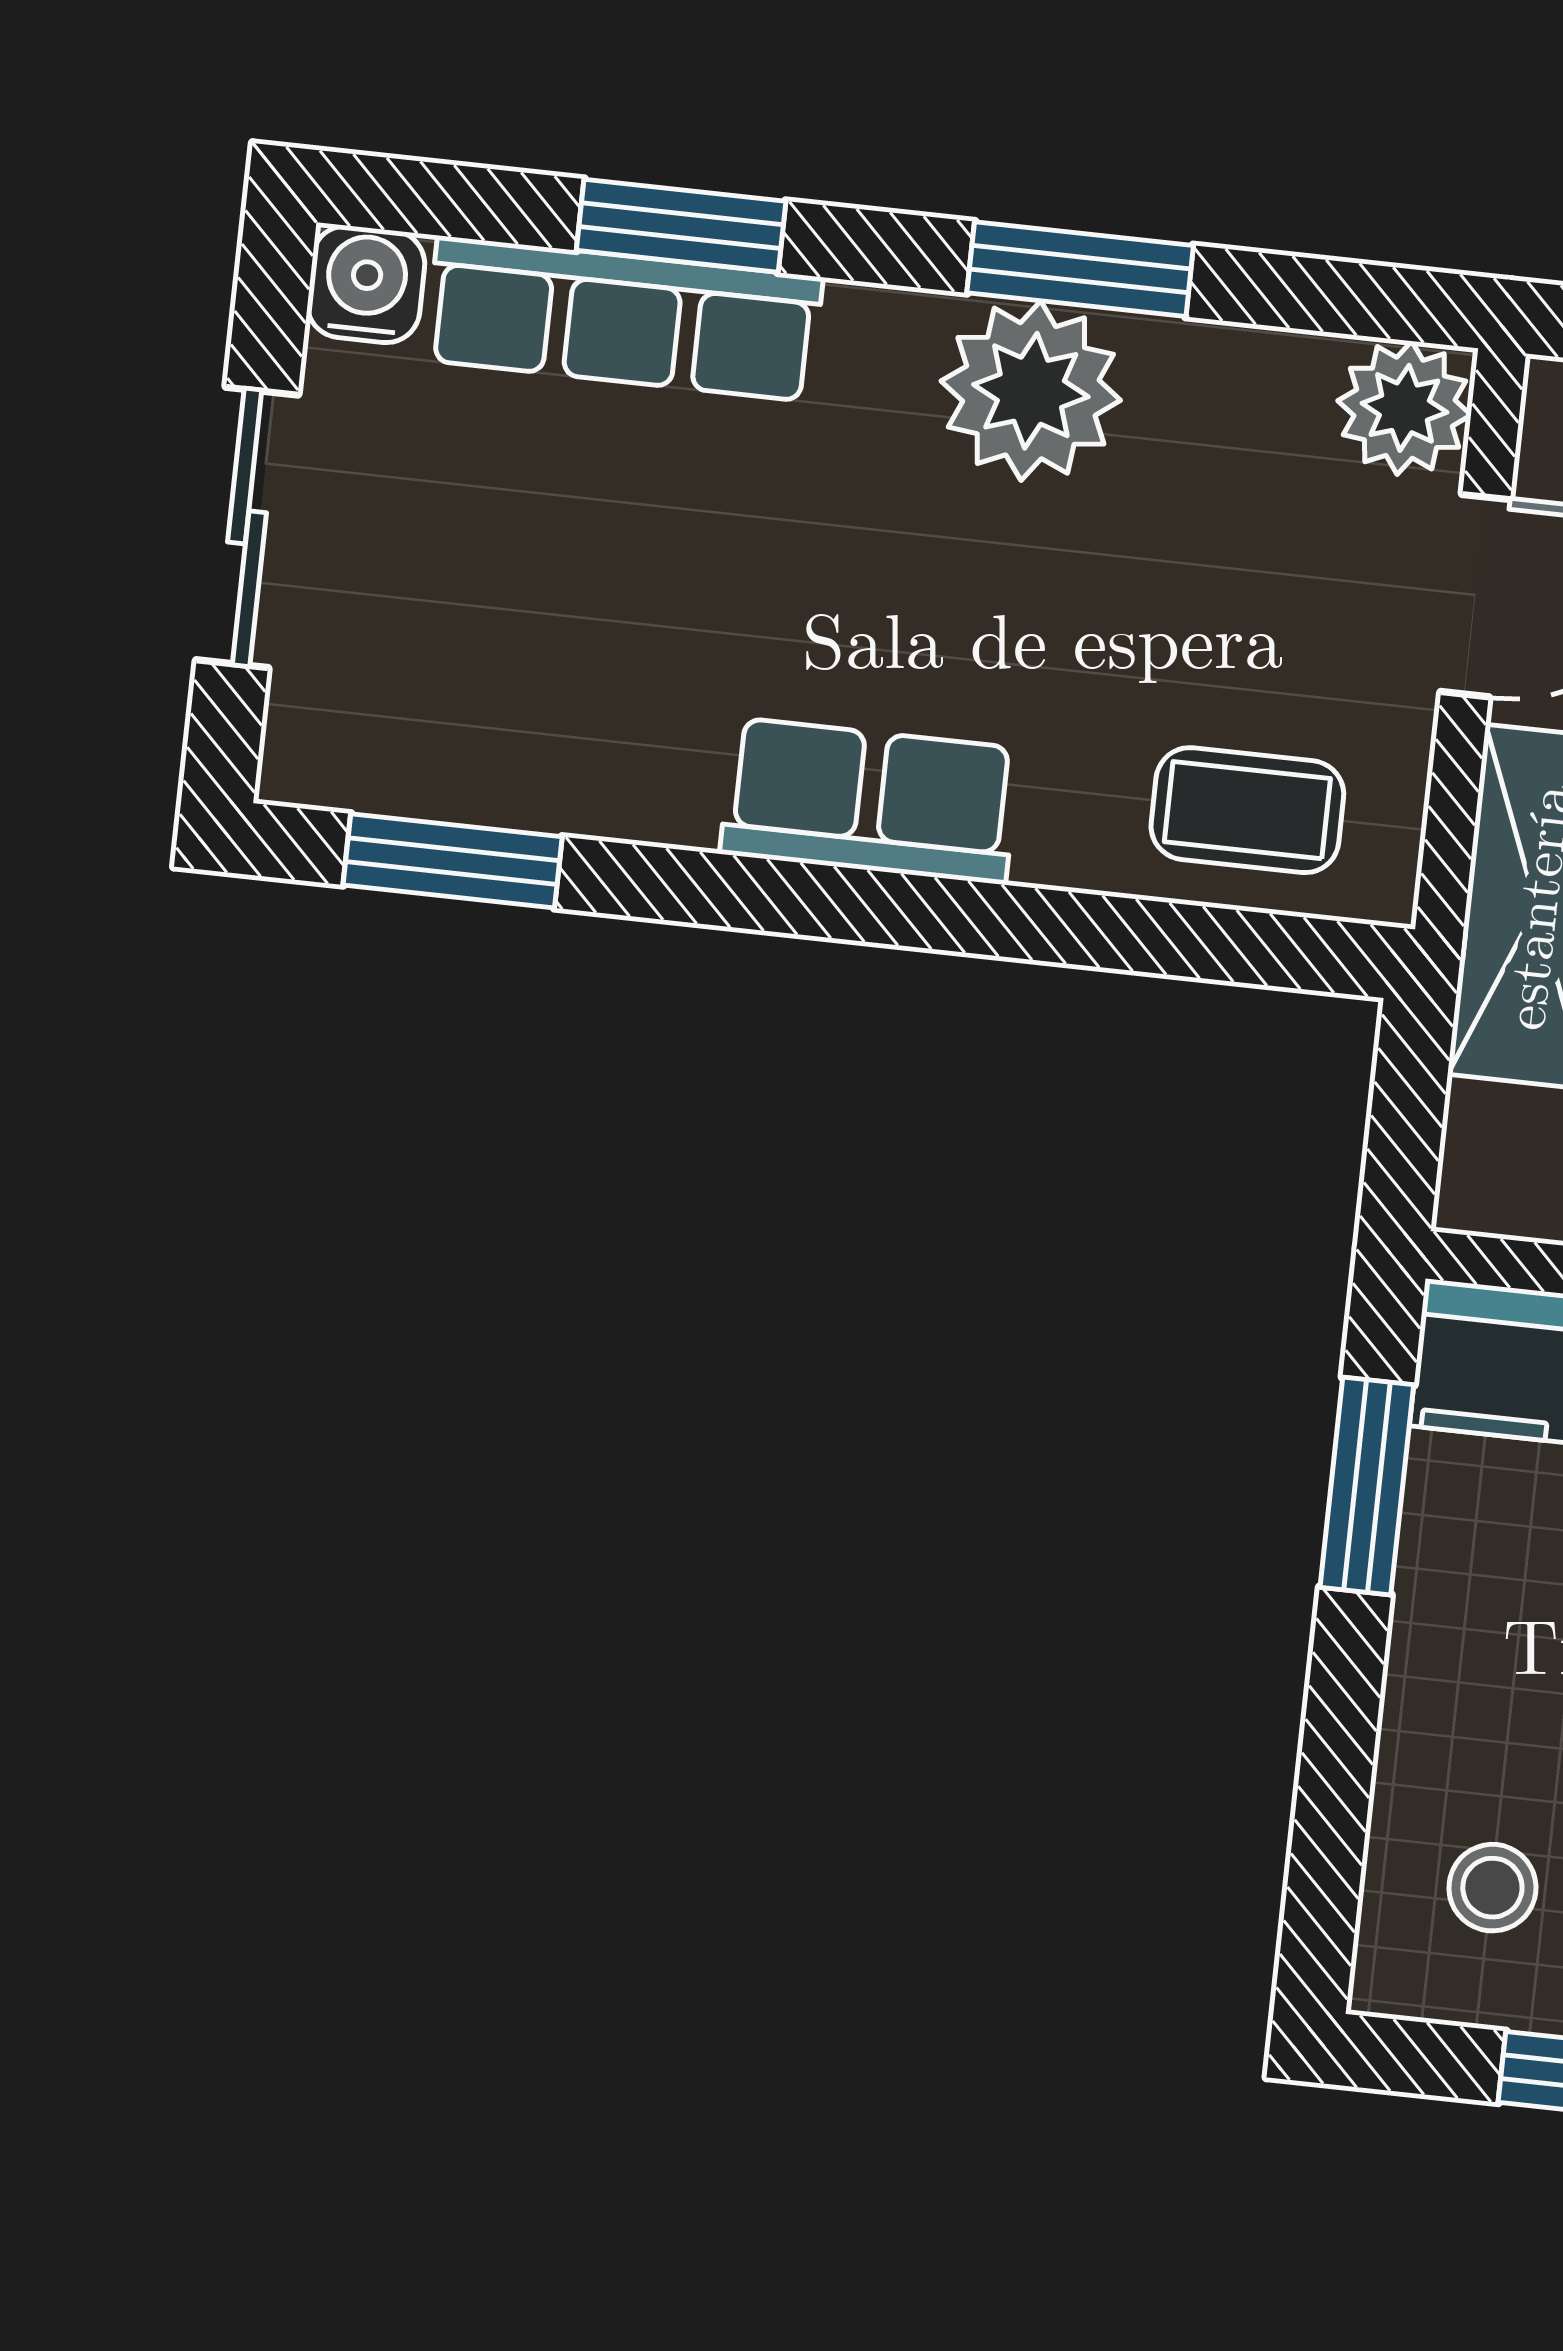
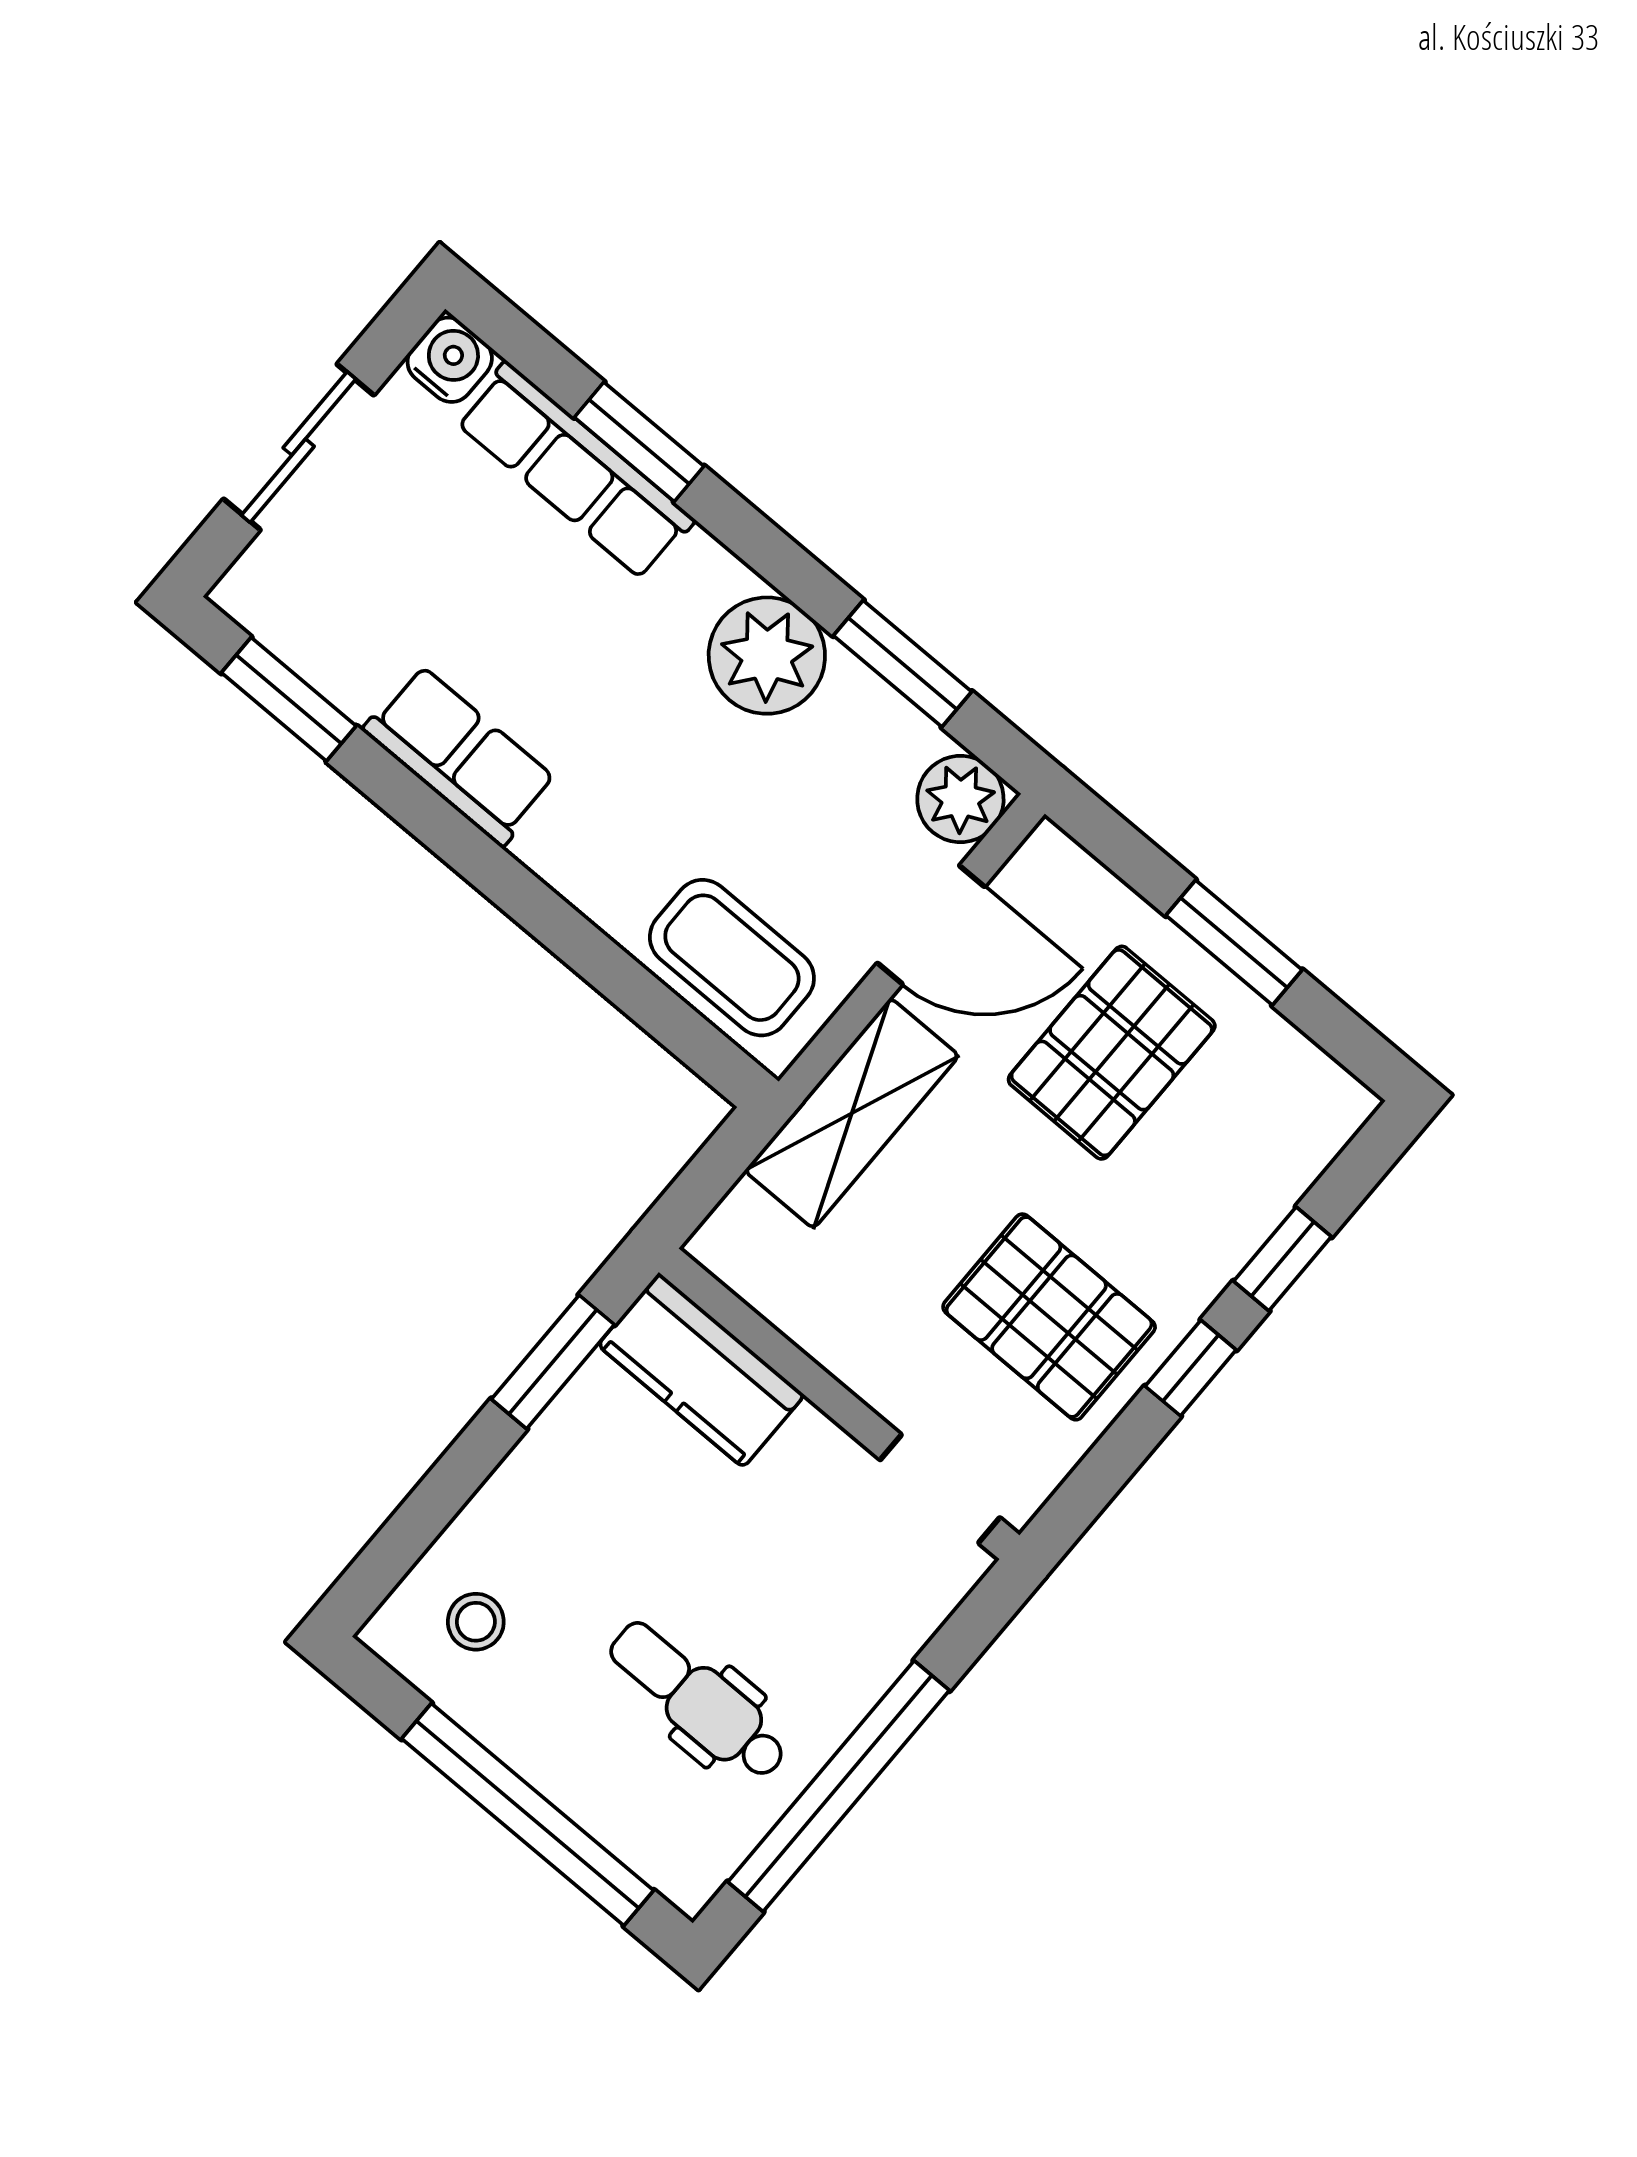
window: (1080, 269) -> (903, 664), moved
row of seats: (870, 801) -> (460, 755), moved
coffee table: (1247, 810) -> (732, 958), width x1.36, depth x1.30

